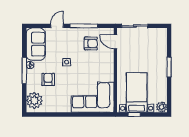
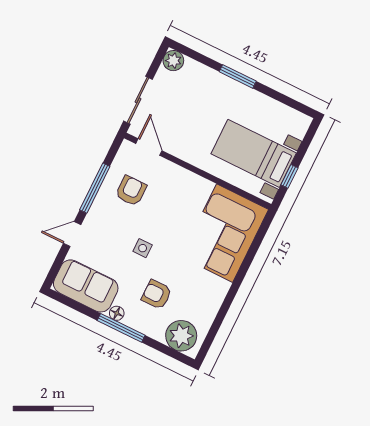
door: (57, 26) -> (72, 234), hinge flipped
door: (115, 42) -> (149, 147), swing flipped
plant: (162, 107) -> (173, 61), moved

